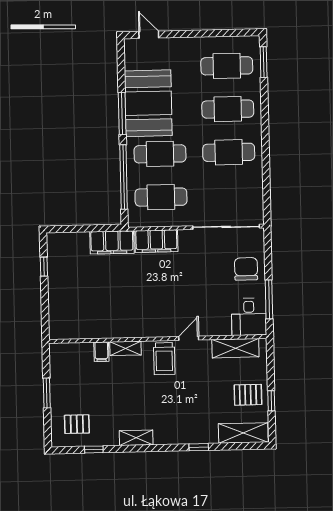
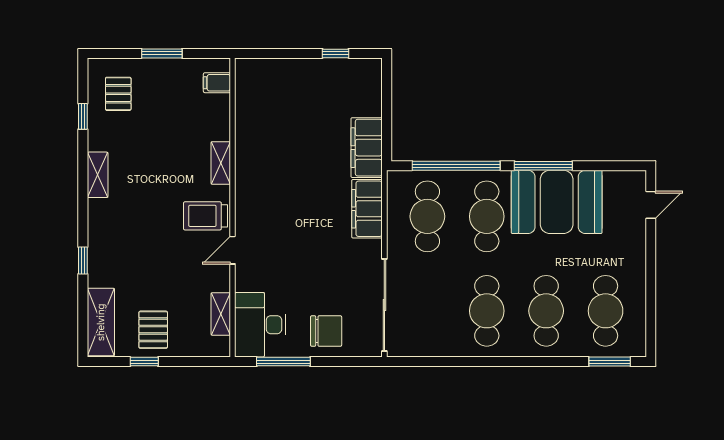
desk: (249, 317) -> (260, 325), width x1.37
door: (189, 338) -> (233, 250), swing flipped
shelving: (235, 348) -> (221, 314), width x0.67, depth x0.75
filing cabinet: (101, 352) -> (217, 83), moved

